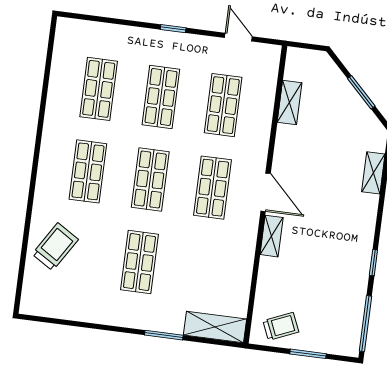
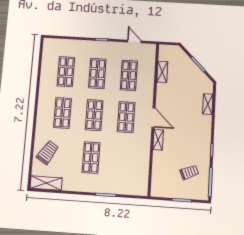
trolley: (281, 326) -> (189, 172), moved
shelving: (215, 327) -> (46, 183), moved

